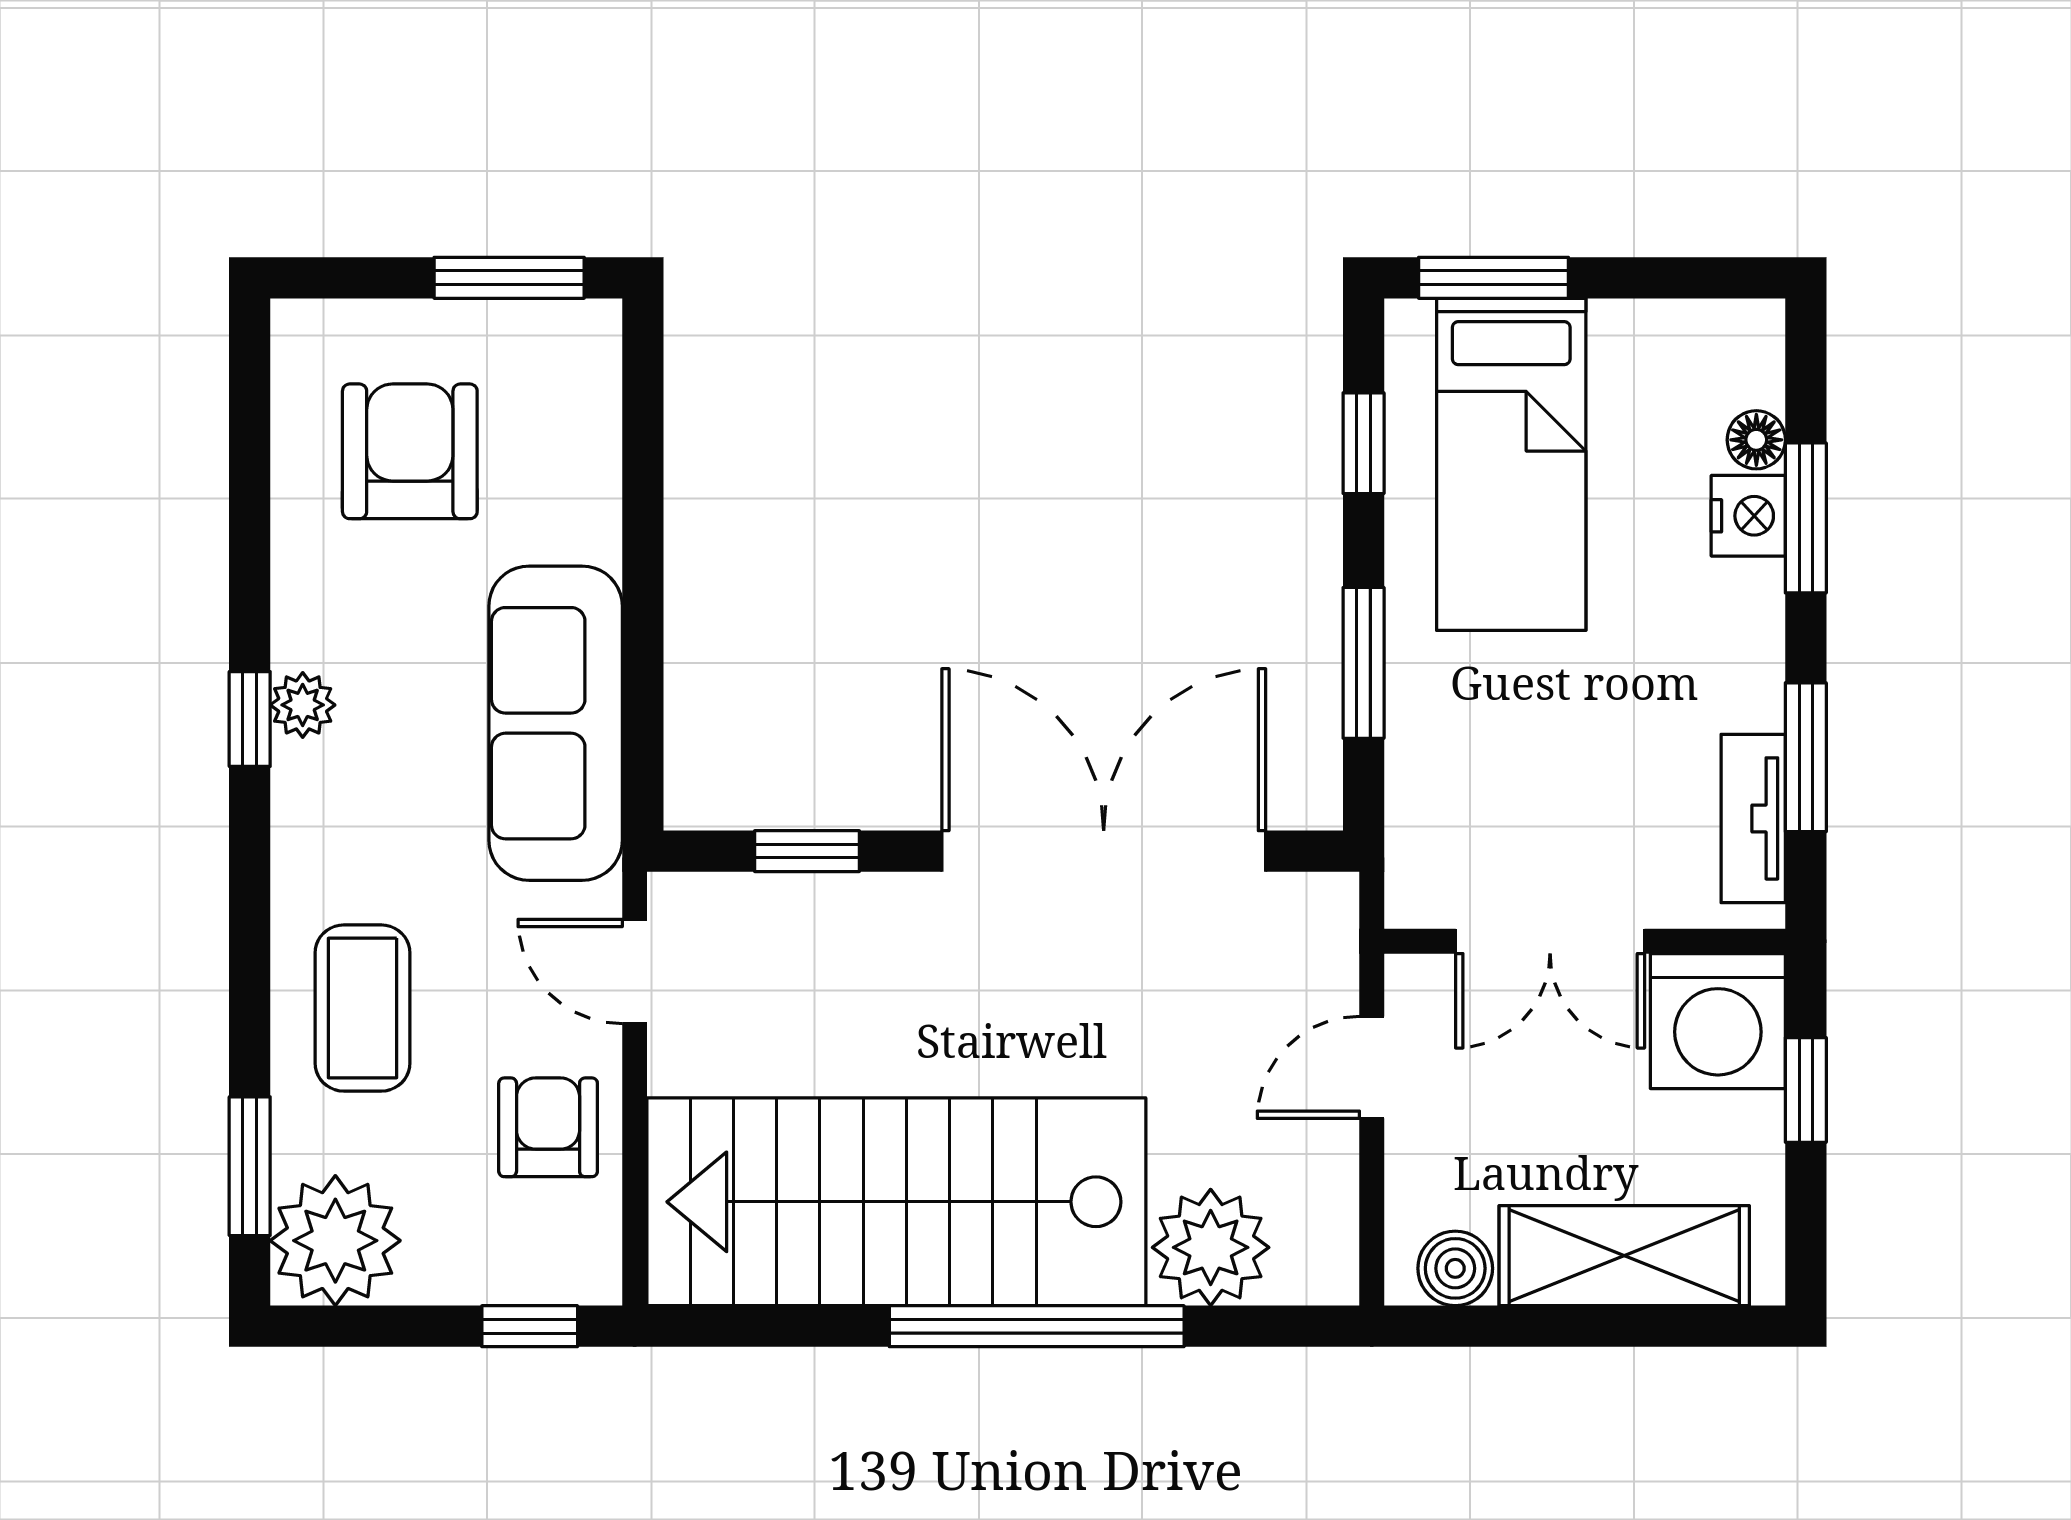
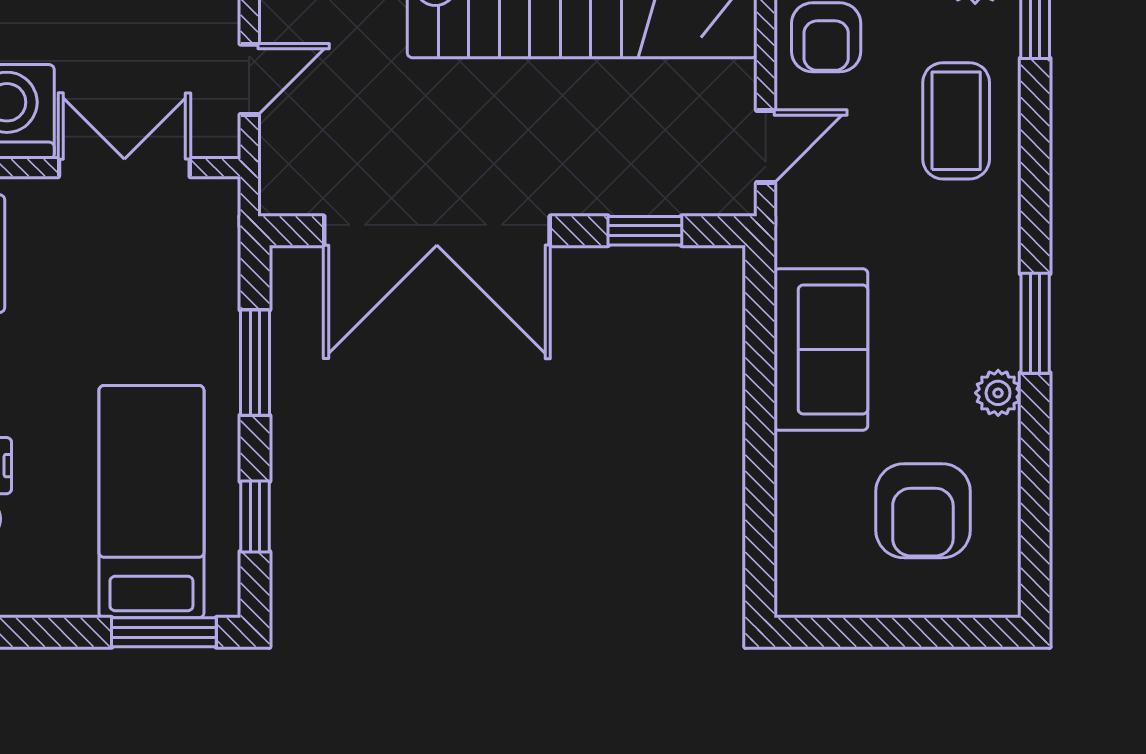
window: (509, 278) -> (853, 632), removed
plant: (303, 705) -> (998, 393), moved
window: (250, 719) -> (1035, 323), width x1.50
sofa: (556, 723) -> (821, 350), width x0.73
door: (635, 971) -> (766, 146), hinge flipped

